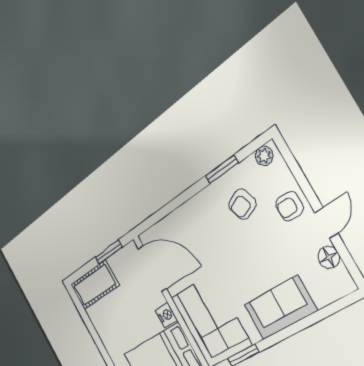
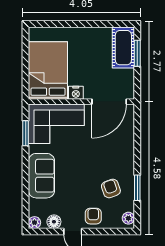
window: (109, 252) -> (137, 53), moved
plant: (346, 285) -> (34, 223), added

